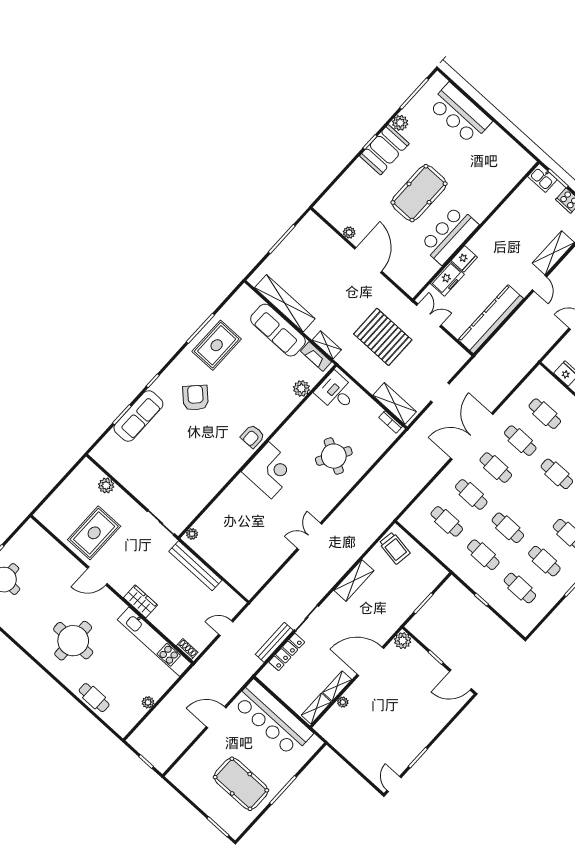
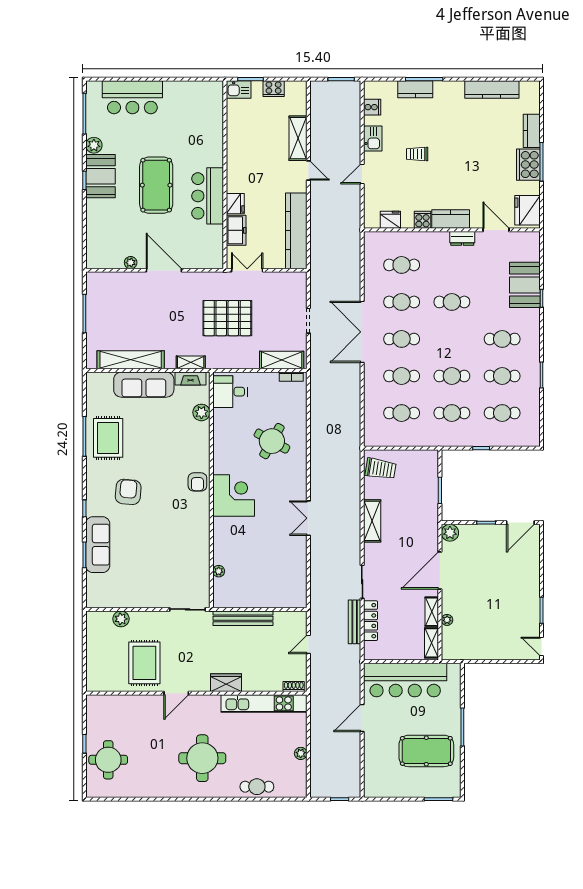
armchair: (196, 398) -> (128, 492), turned 51
plant: (192, 534) -> (219, 571), moved

